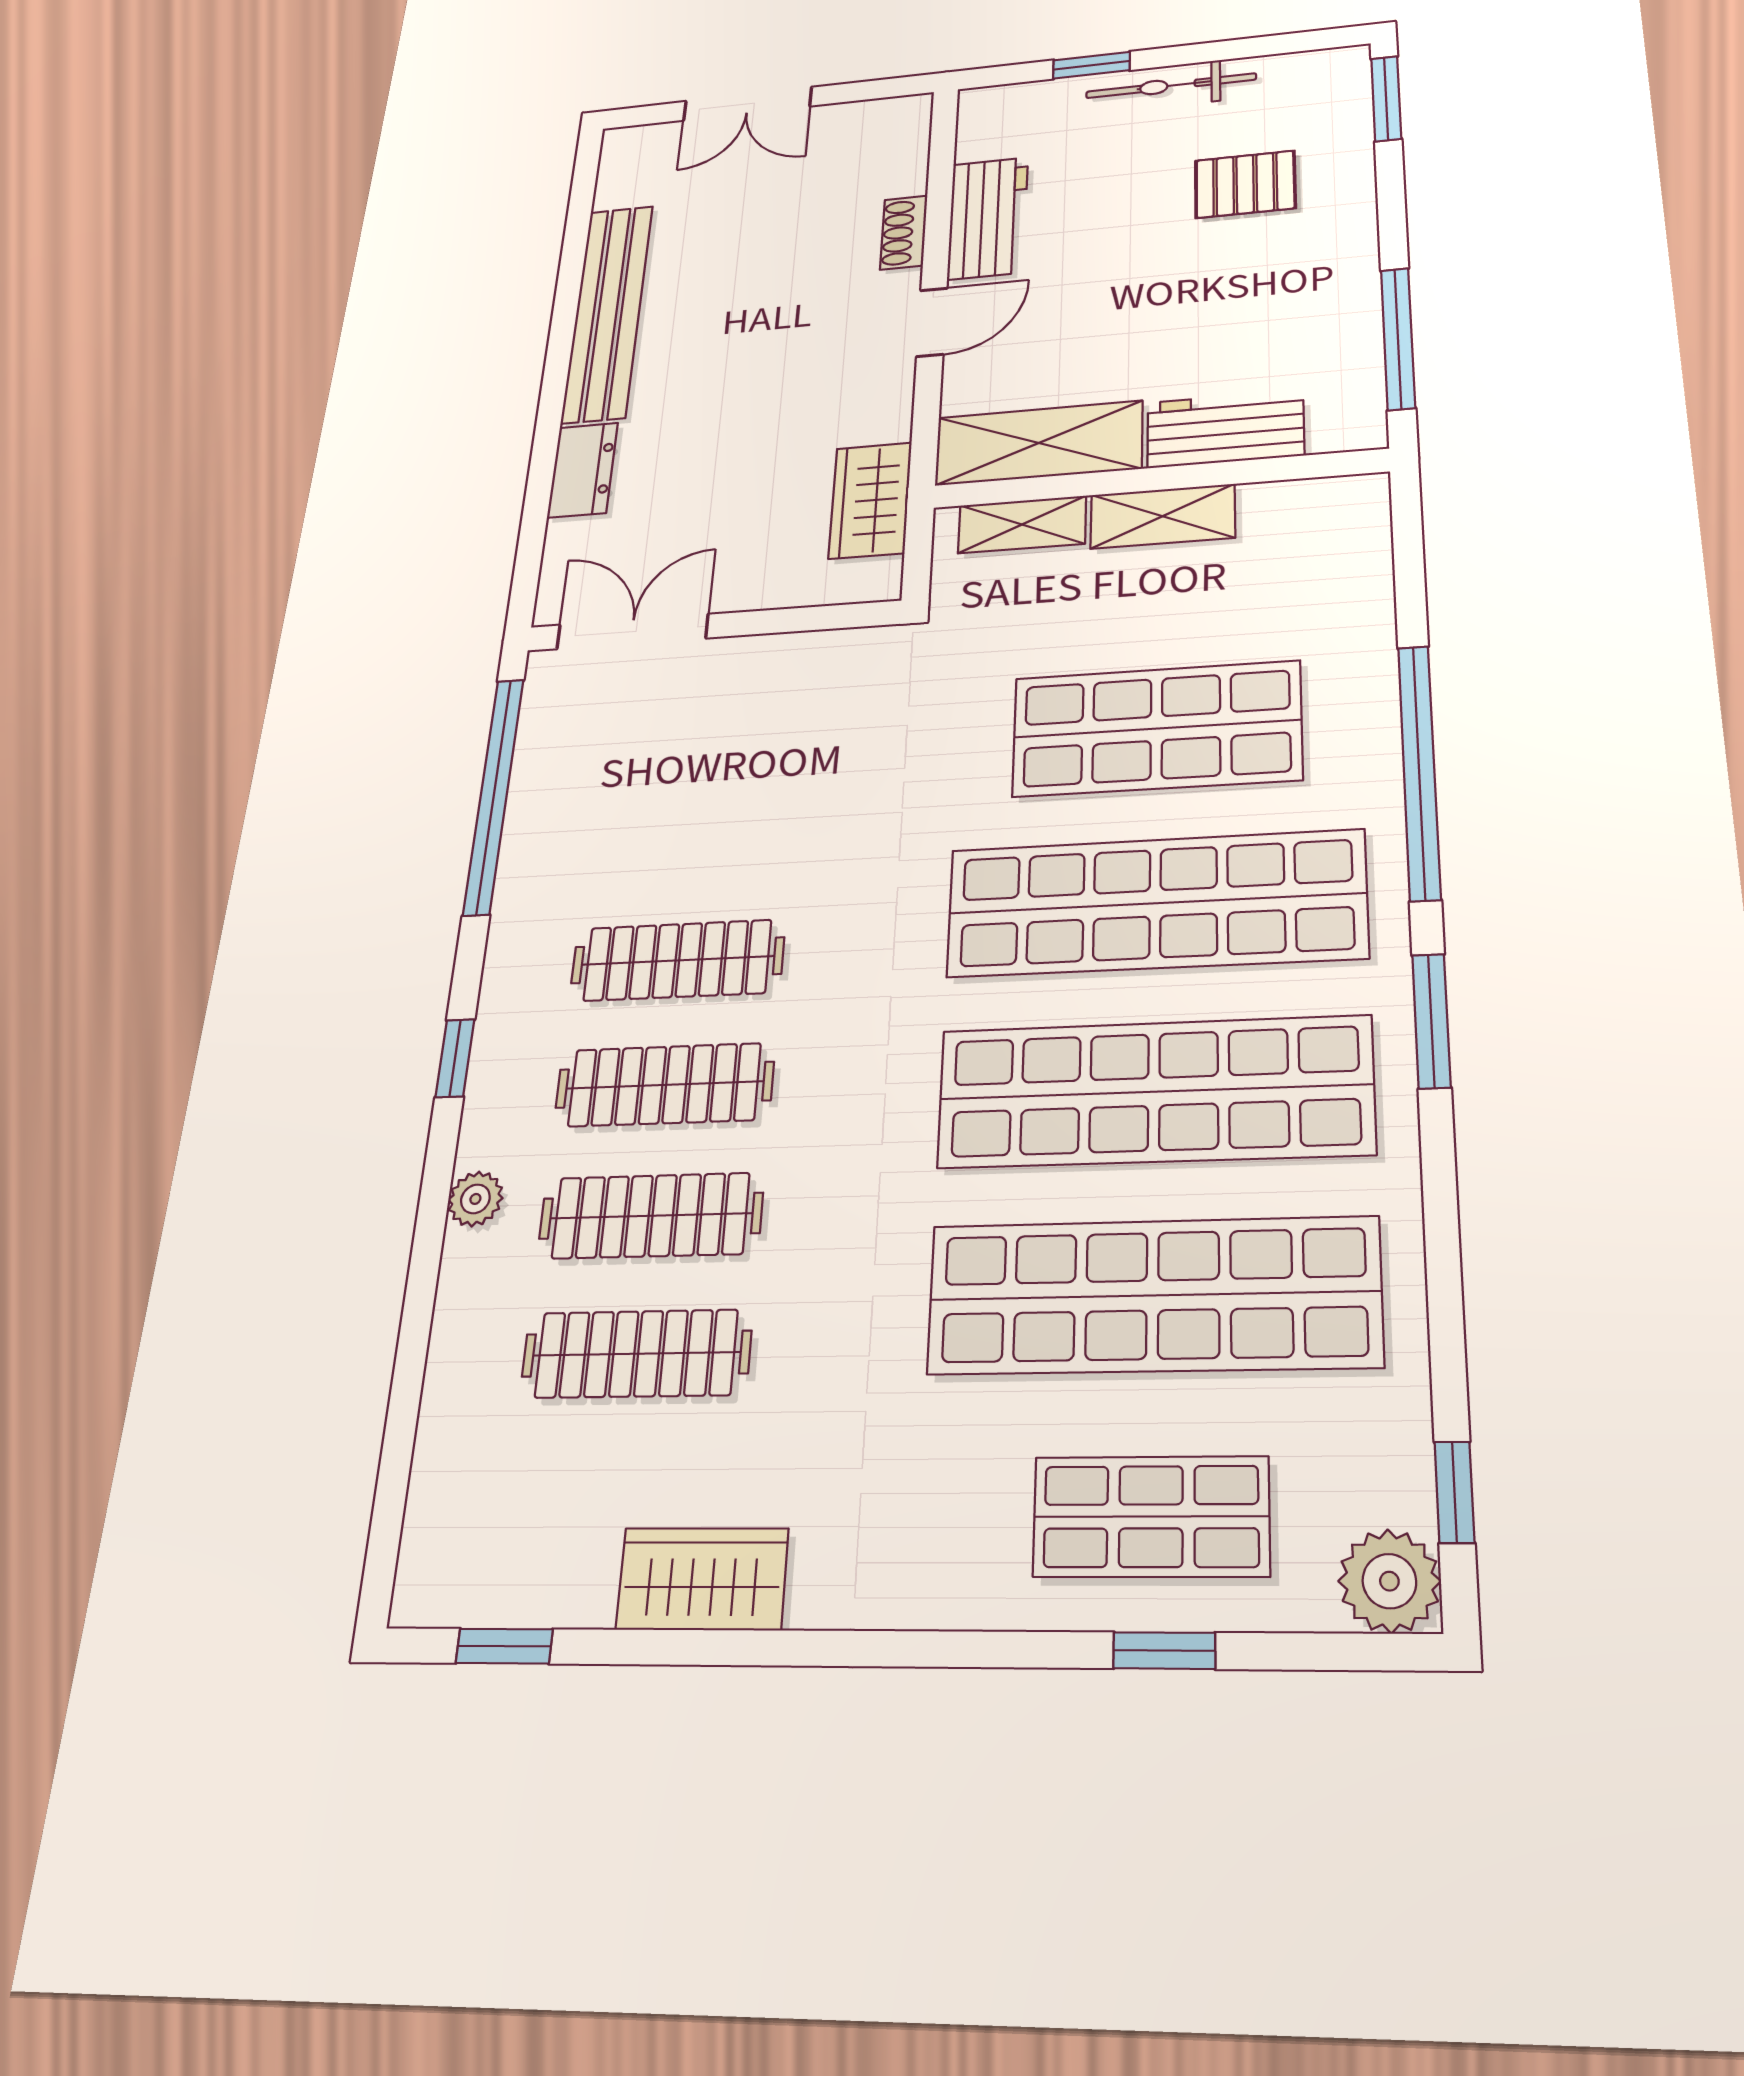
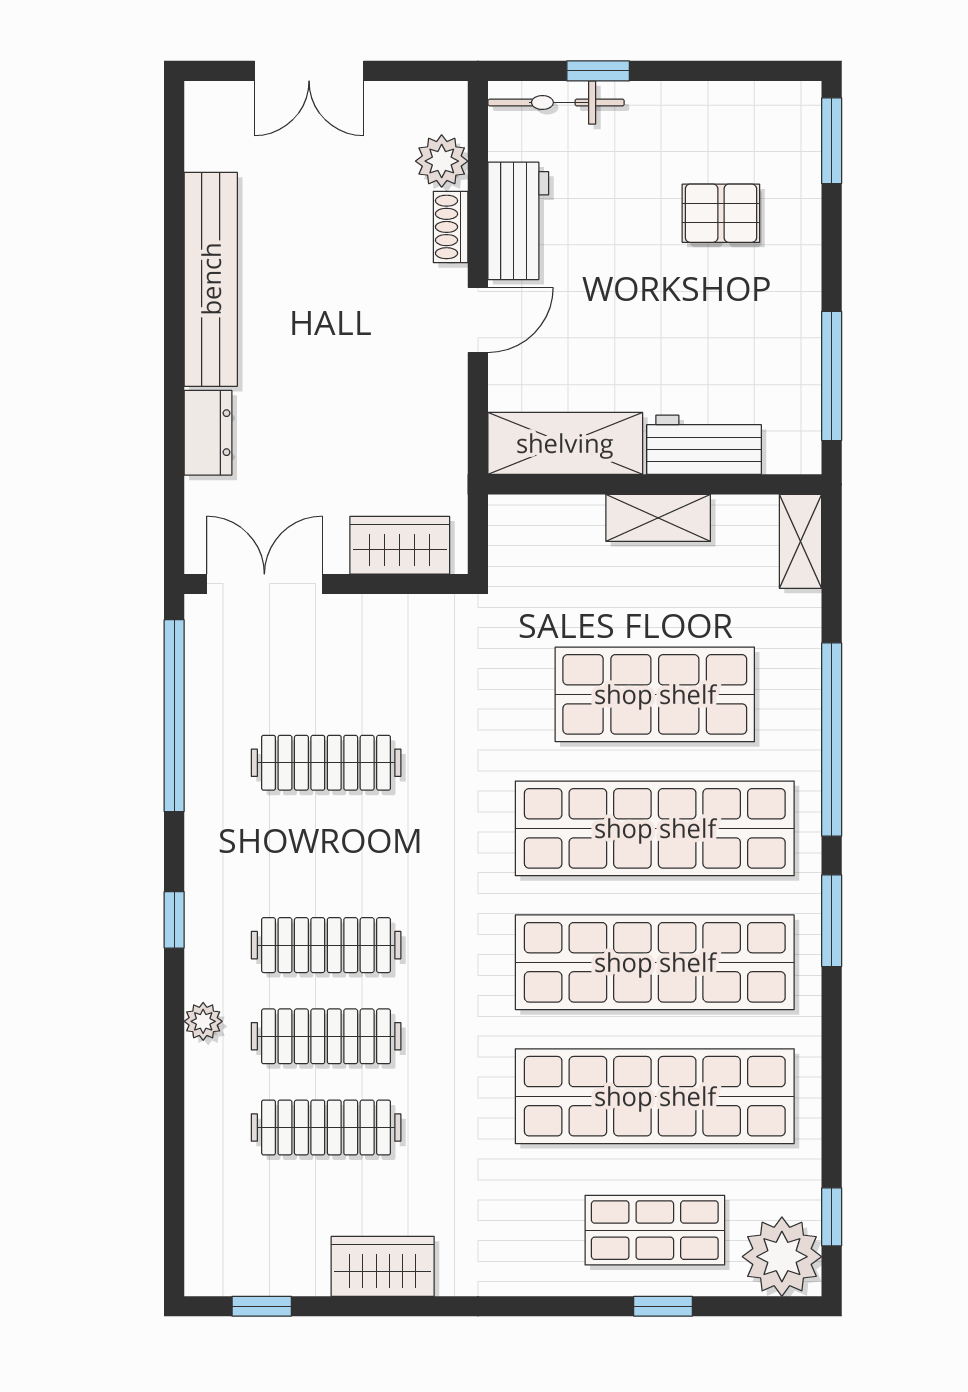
bicycle: (1171, 86) -> (556, 103), moved
plant: (897, 170) -> (442, 161), added
wardrobe: (870, 500) -> (400, 545), moved, turned 90
shelving: (1022, 525) -> (801, 541), moved, turned 90
clothes rail: (677, 960) -> (326, 763), moved
plant: (1389, 1581) -> (782, 1257), width x1.36, depth x1.36

